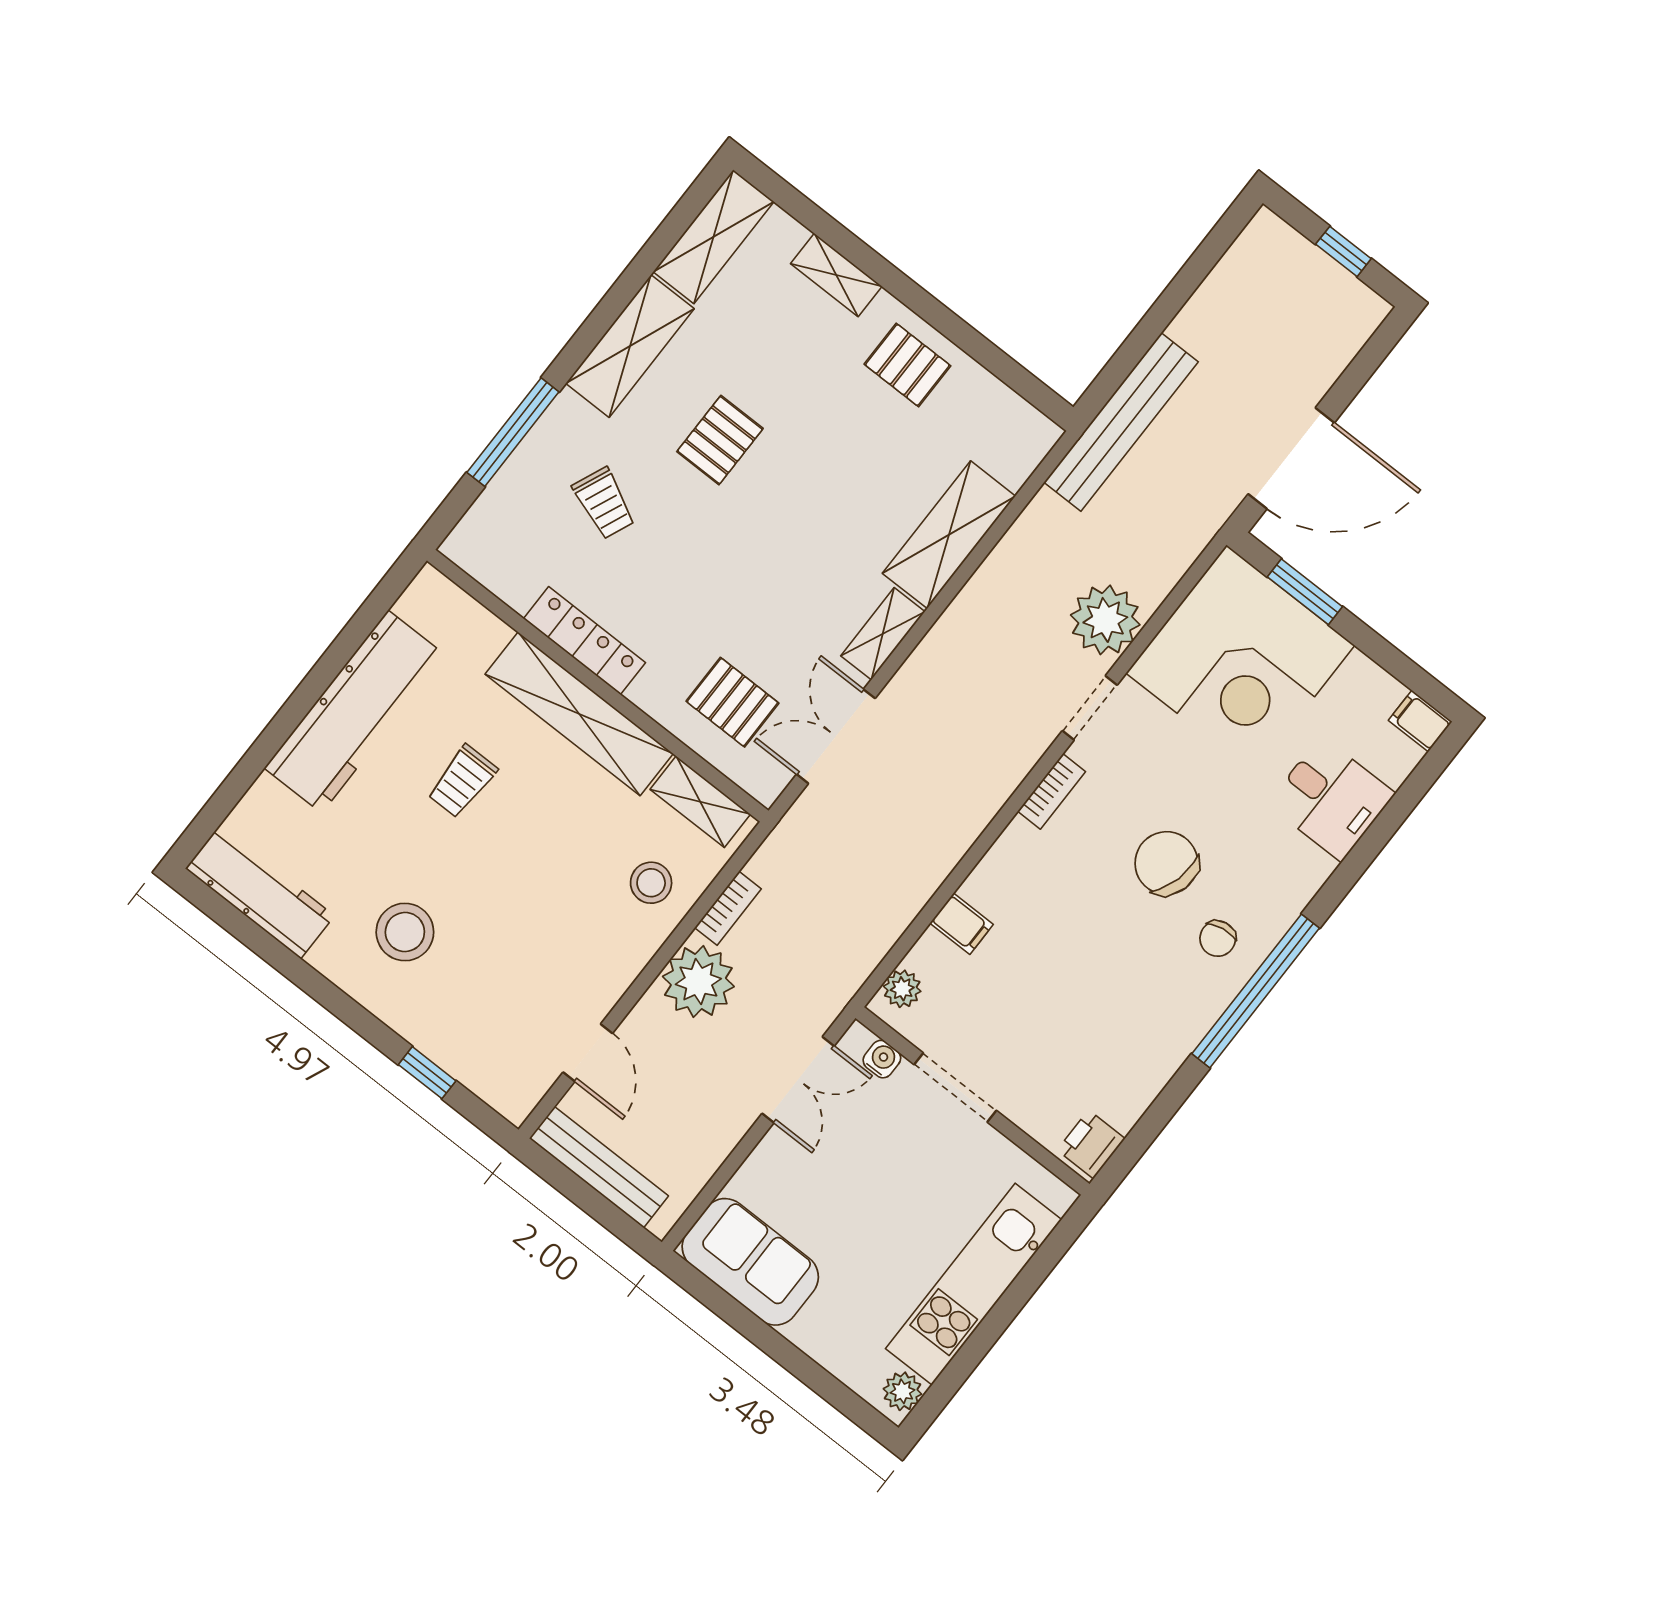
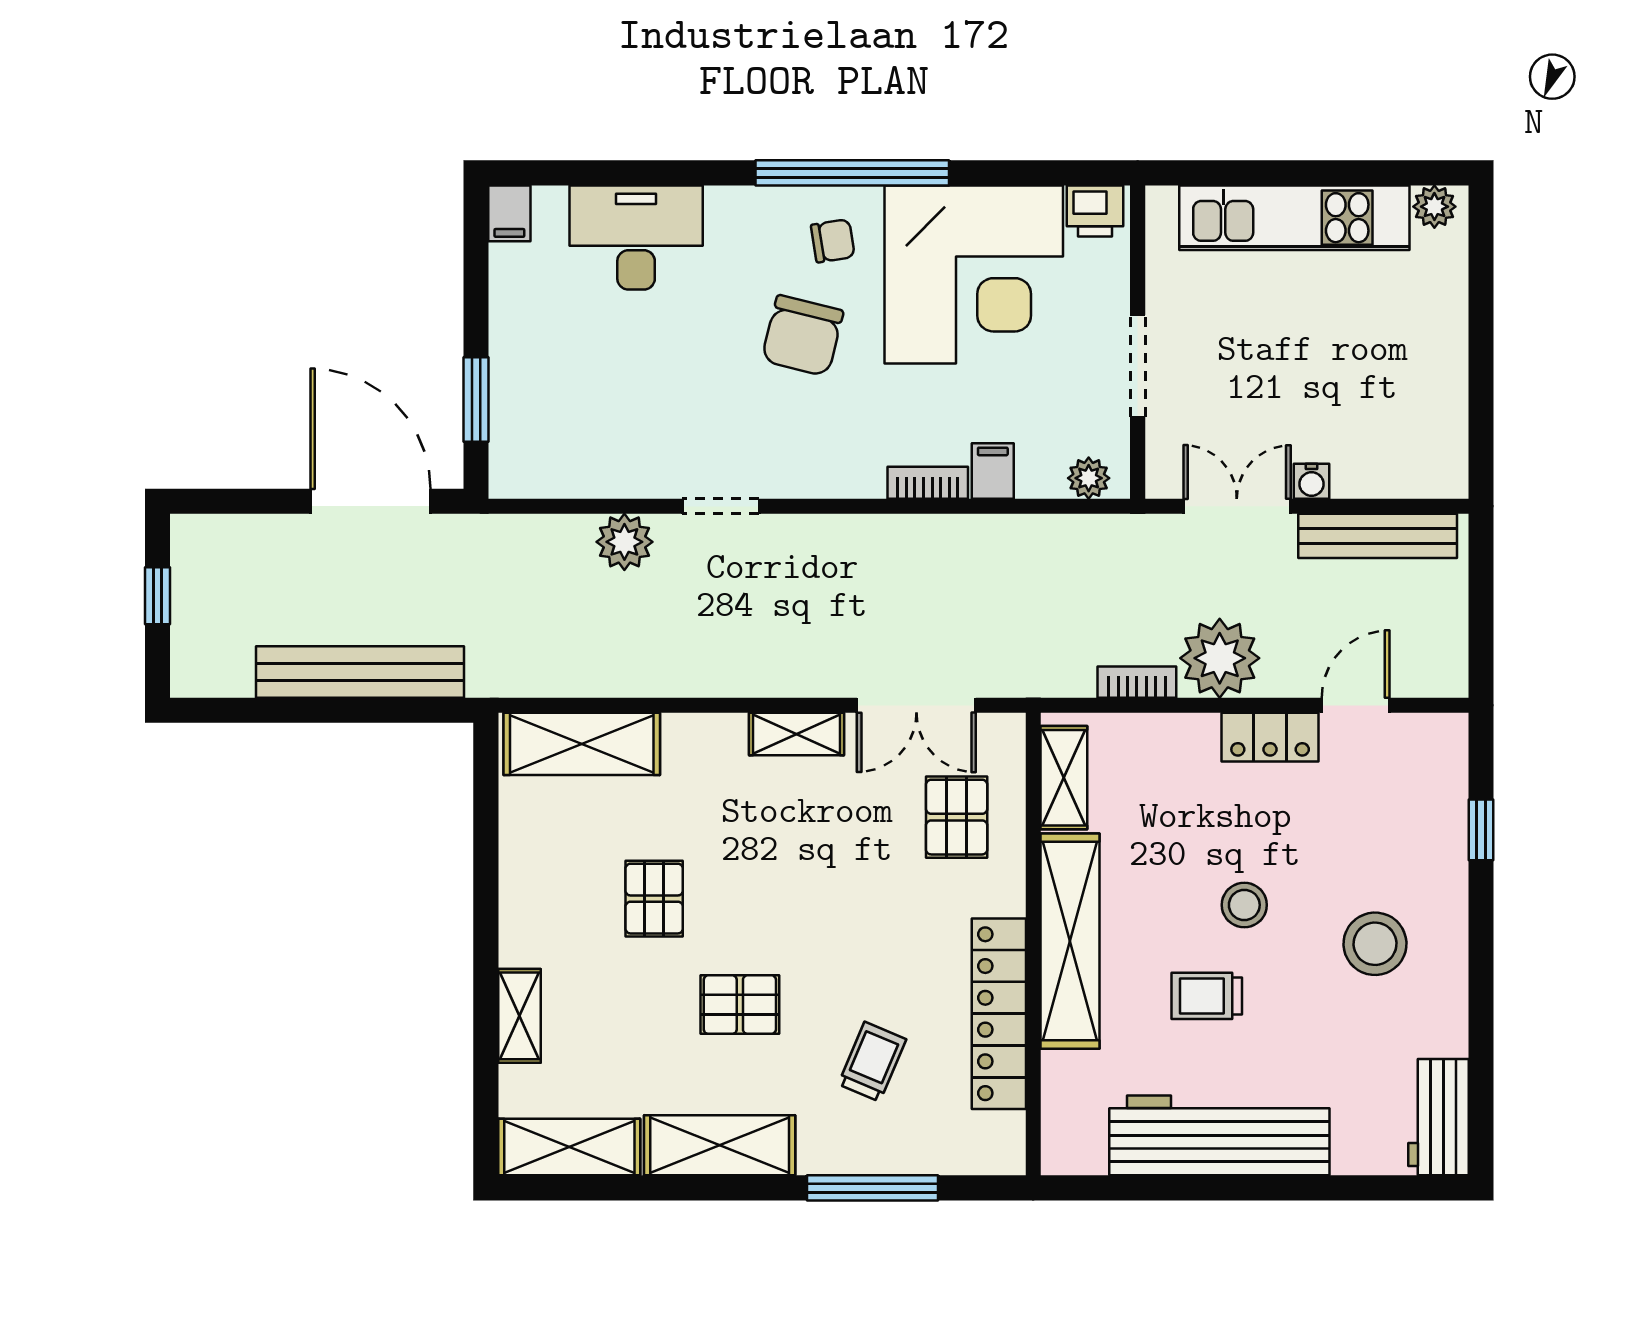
pallet: (907, 365) -> (654, 899), moved
bench: (1121, 422) -> (360, 672), moved
shelving: (949, 535) -> (582, 744), moved
plant: (1105, 620) -> (624, 542), width x0.73, depth x0.73
locker: (585, 641) -> (999, 1014), width x1.41, depth x1.21
corner desk: (1240, 659) -> (974, 274), moved, turned 90
trolley: (462, 781) -> (1207, 996), turned 180
bookcase: (1052, 791) -> (928, 483), moved
desk: (1331, 799) -> (636, 238), width x1.37
stool: (651, 883) -> (1244, 905), moved
workbench: (260, 892) -> (1438, 1117), width x0.73
locker: (613, 973) -> (1270, 737), added
water cooler: (882, 1059) -> (1312, 481), moved, turned -90
bench: (599, 1167) -> (1378, 536), moved, turned 90
sofa: (750, 1262) -> (1426, 425), removed

